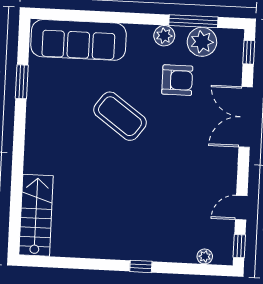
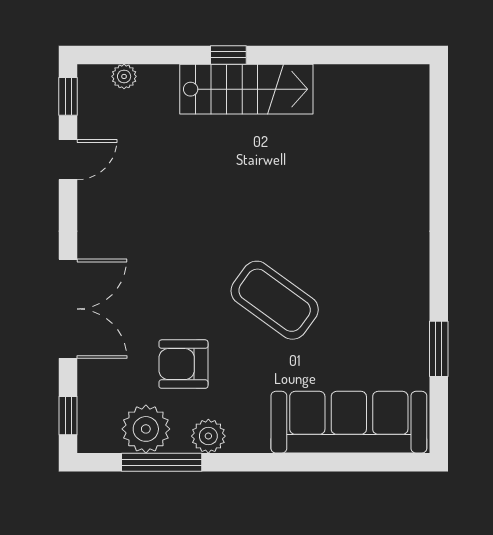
stairs: (36, 215) -> (246, 89), moved, turned -90

